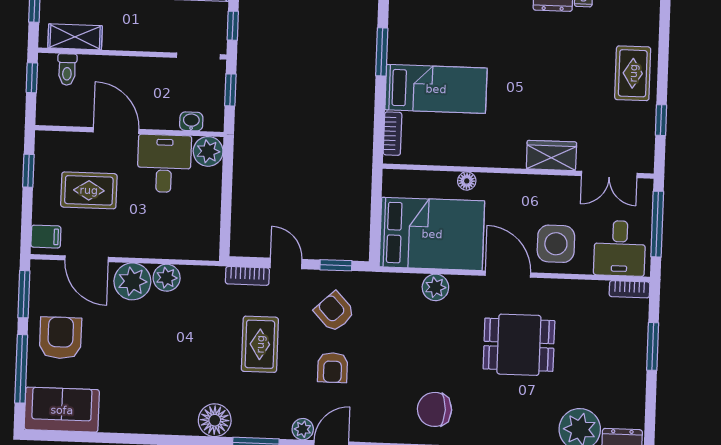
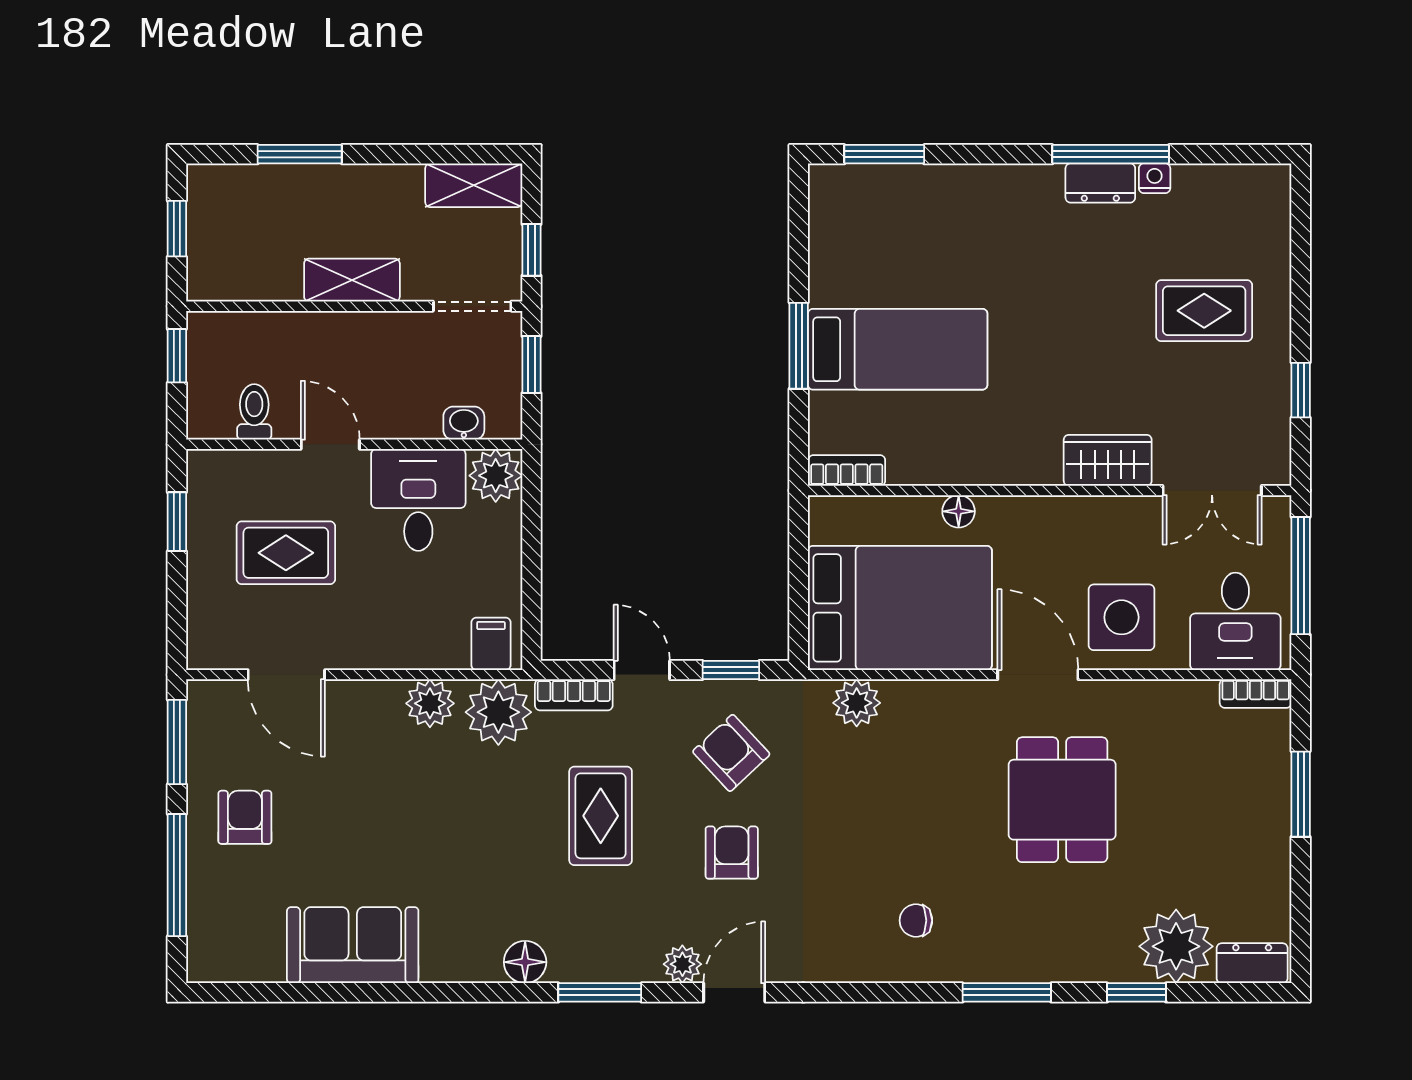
shelving: (75, 37) -> (352, 280), moved
window: (382, 52) -> (799, 346), moved
toilet: (67, 69) -> (254, 412), moved, turned 180
rug: (633, 73) -> (1204, 311), moved, turned 90
door: (116, 131) -> (330, 444), width x0.73
bookcase: (393, 134) -> (847, 470), moved, turned -90
filing cabinet: (46, 237) -> (491, 644), moved, turned -90
plant: (132, 281) -> (498, 712), moved
plant: (435, 287) -> (857, 703), moved
armchair: (60, 338) -> (245, 817), width x0.72, depth x0.72
dining table: (519, 345) -> (1062, 800), turned 90
armchair: (333, 368) -> (732, 853), turned 180
chair: (434, 409) -> (916, 920), width x0.54, depth x0.54
sofa: (62, 410) -> (353, 945), moved
floor lamp: (215, 420) -> (525, 962), width x0.73, depth x0.73

